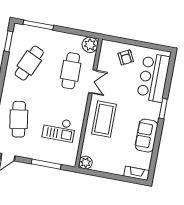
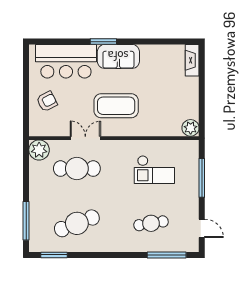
cafe table: (29, 63) -> (77, 223), turned -45
cafe table: (19, 119) -> (151, 223), width x0.73, depth x0.74
coffee table: (104, 119) -> (116, 106), moved
checkout: (59, 129) -> (154, 170), turned 90
sofa: (146, 136) -> (118, 56), moved

